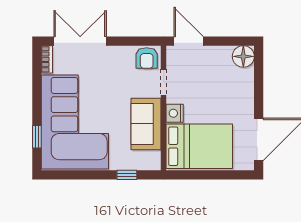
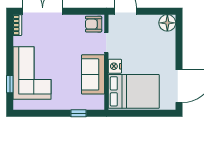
armchair: (147, 58) -> (94, 24), turned 90
corner sofa: (75, 122) -> (32, 73), width x0.73, depth x0.74

